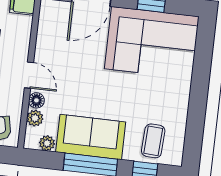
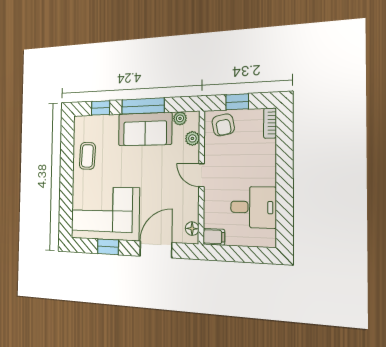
floor lamp: (36, 100) -> (192, 229), moved
coffee table: (153, 141) -> (87, 156), moved

